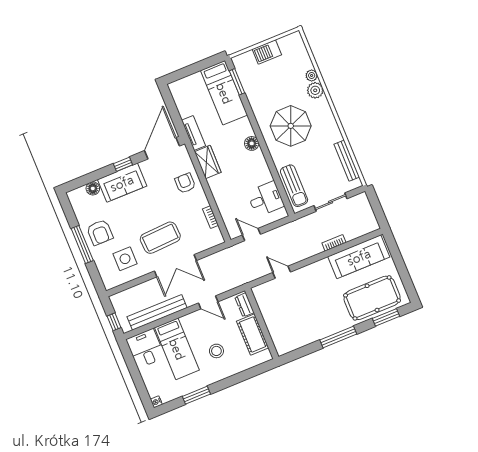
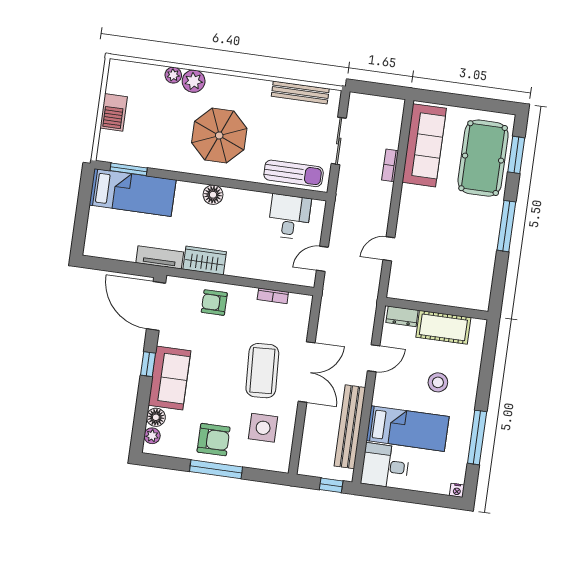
plant: (80, 193) -> (152, 436), added
window: (196, 395) -> (477, 437), width x1.44

